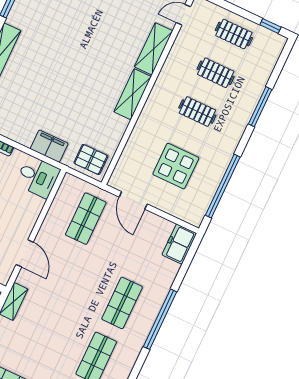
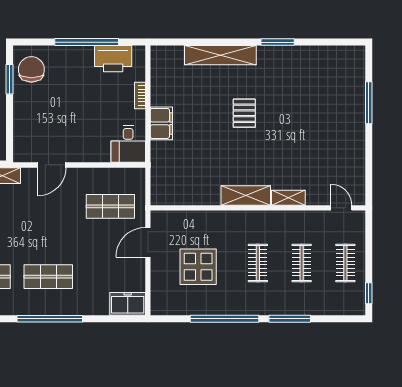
shelving: (154, 49) -> (288, 198), width x0.67, depth x0.75
filing cabinet: (49, 146) -> (161, 123), moved
pallet: (91, 159) -> (244, 113), moved
window: (223, 186) -> (225, 319), moved

